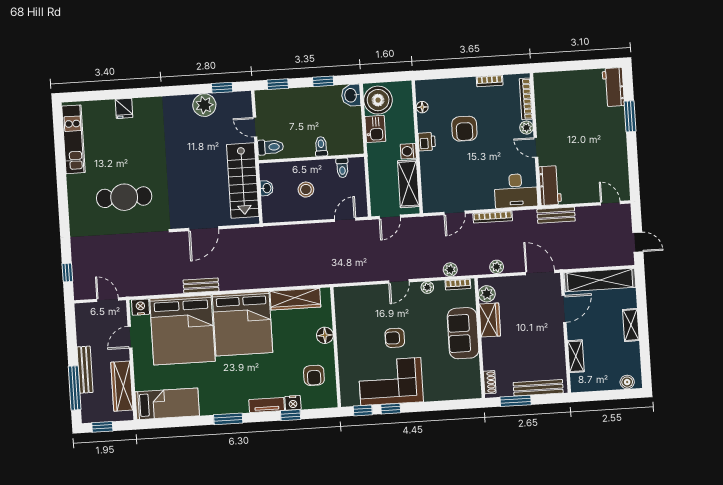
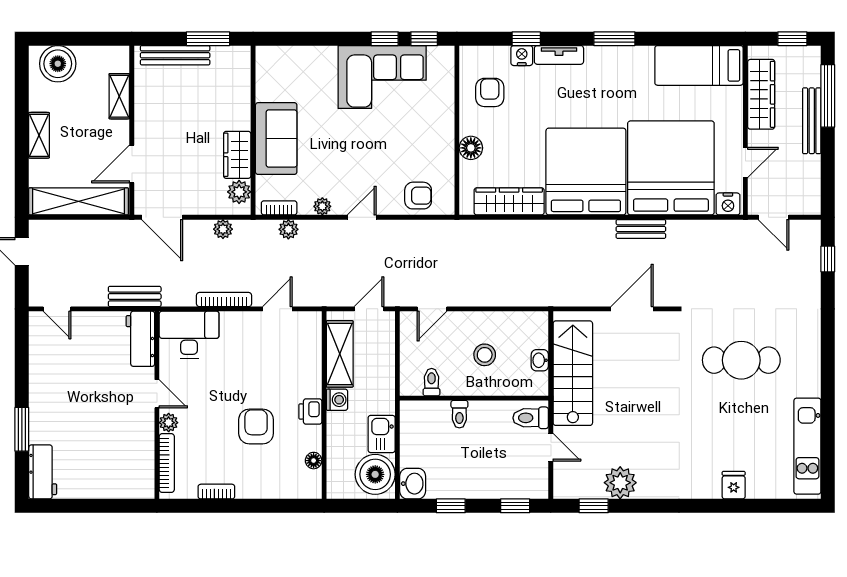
armchair: (395, 338) -> (418, 196), moved
shoe rack: (490, 382) -> (243, 67), removed
boiler: (627, 382) -> (58, 64), width x1.86, depth x1.86

